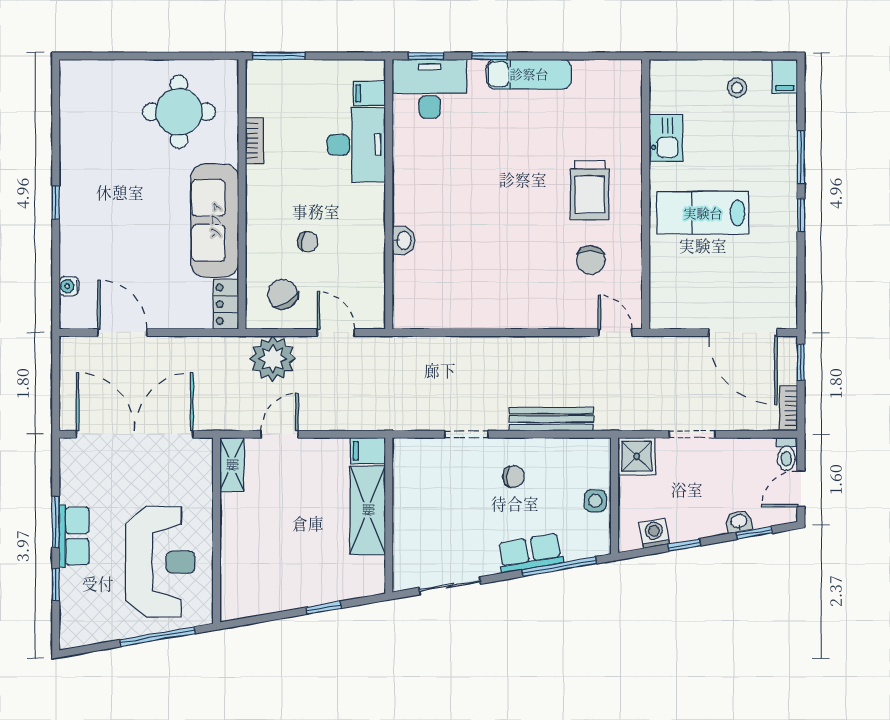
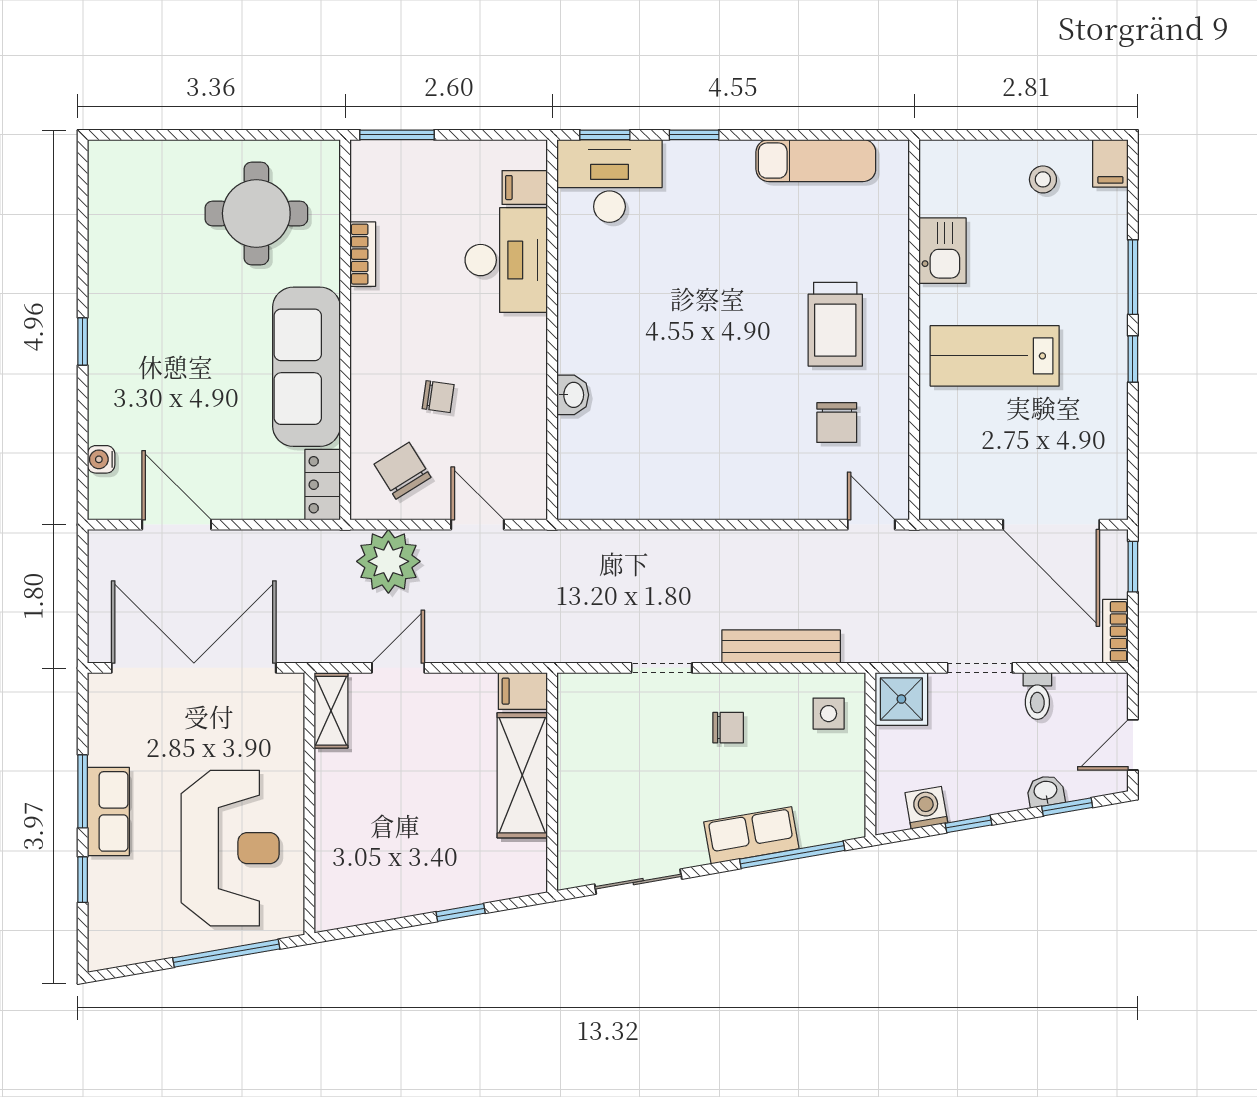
exam couch: (529, 74) -> (816, 161), moved
toilet: (786, 454) -> (1037, 696), moved
side table: (595, 501) -> (829, 714), moved

